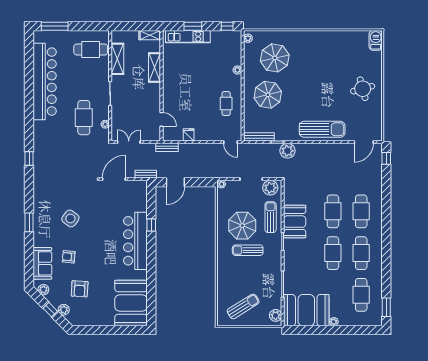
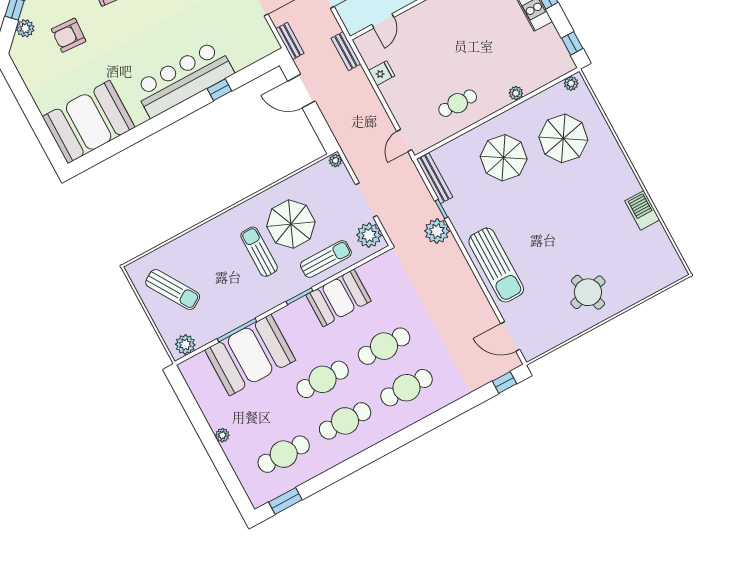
barbecue: (376, 40) -> (642, 210), moved, turned -90
booth: (306, 310) -> (250, 355), moved, turned 90

